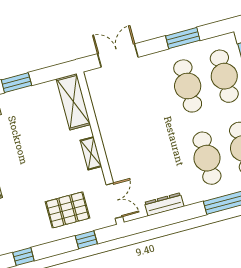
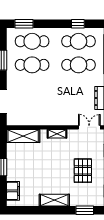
pallet: (68, 210) -> (83, 171), moved

